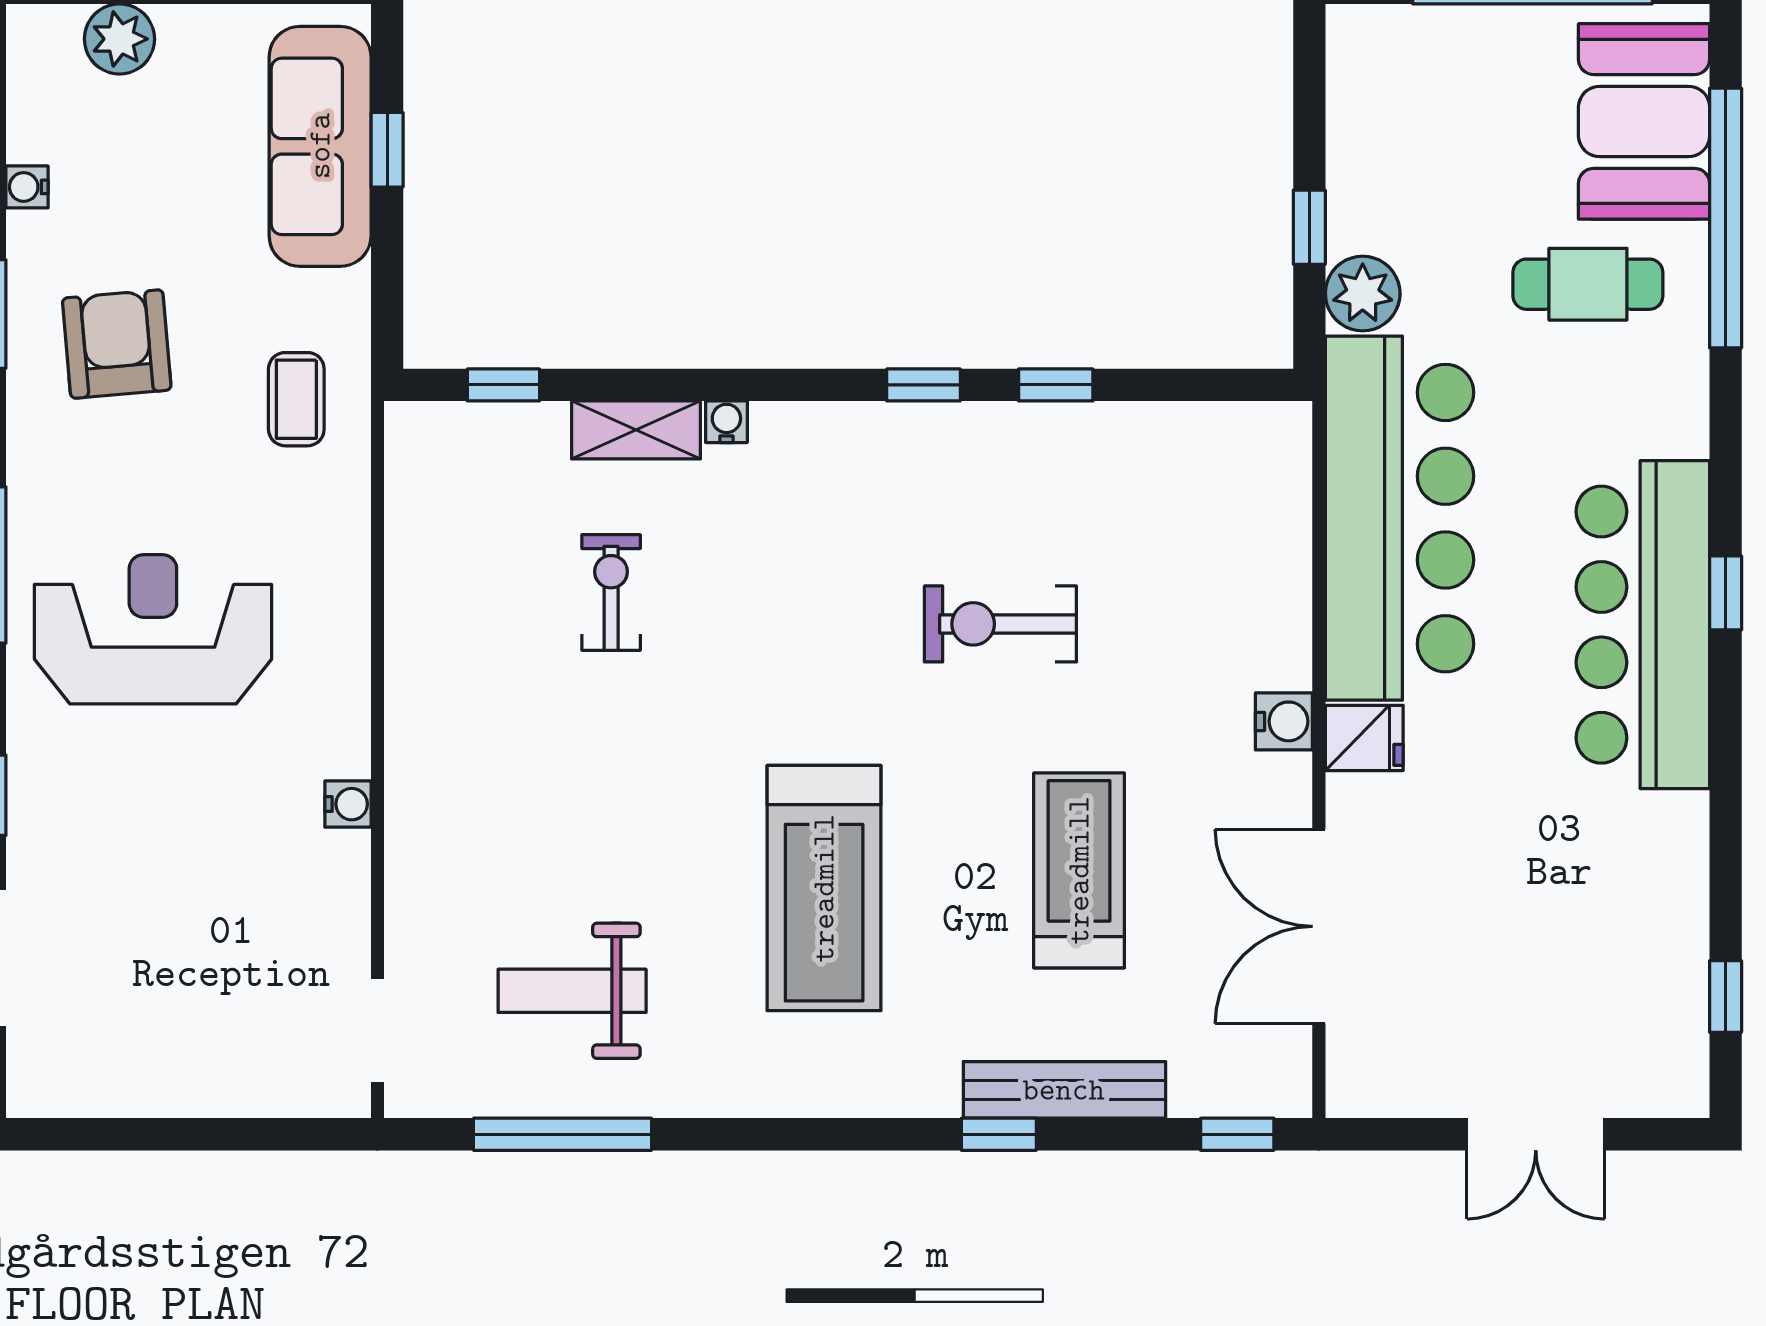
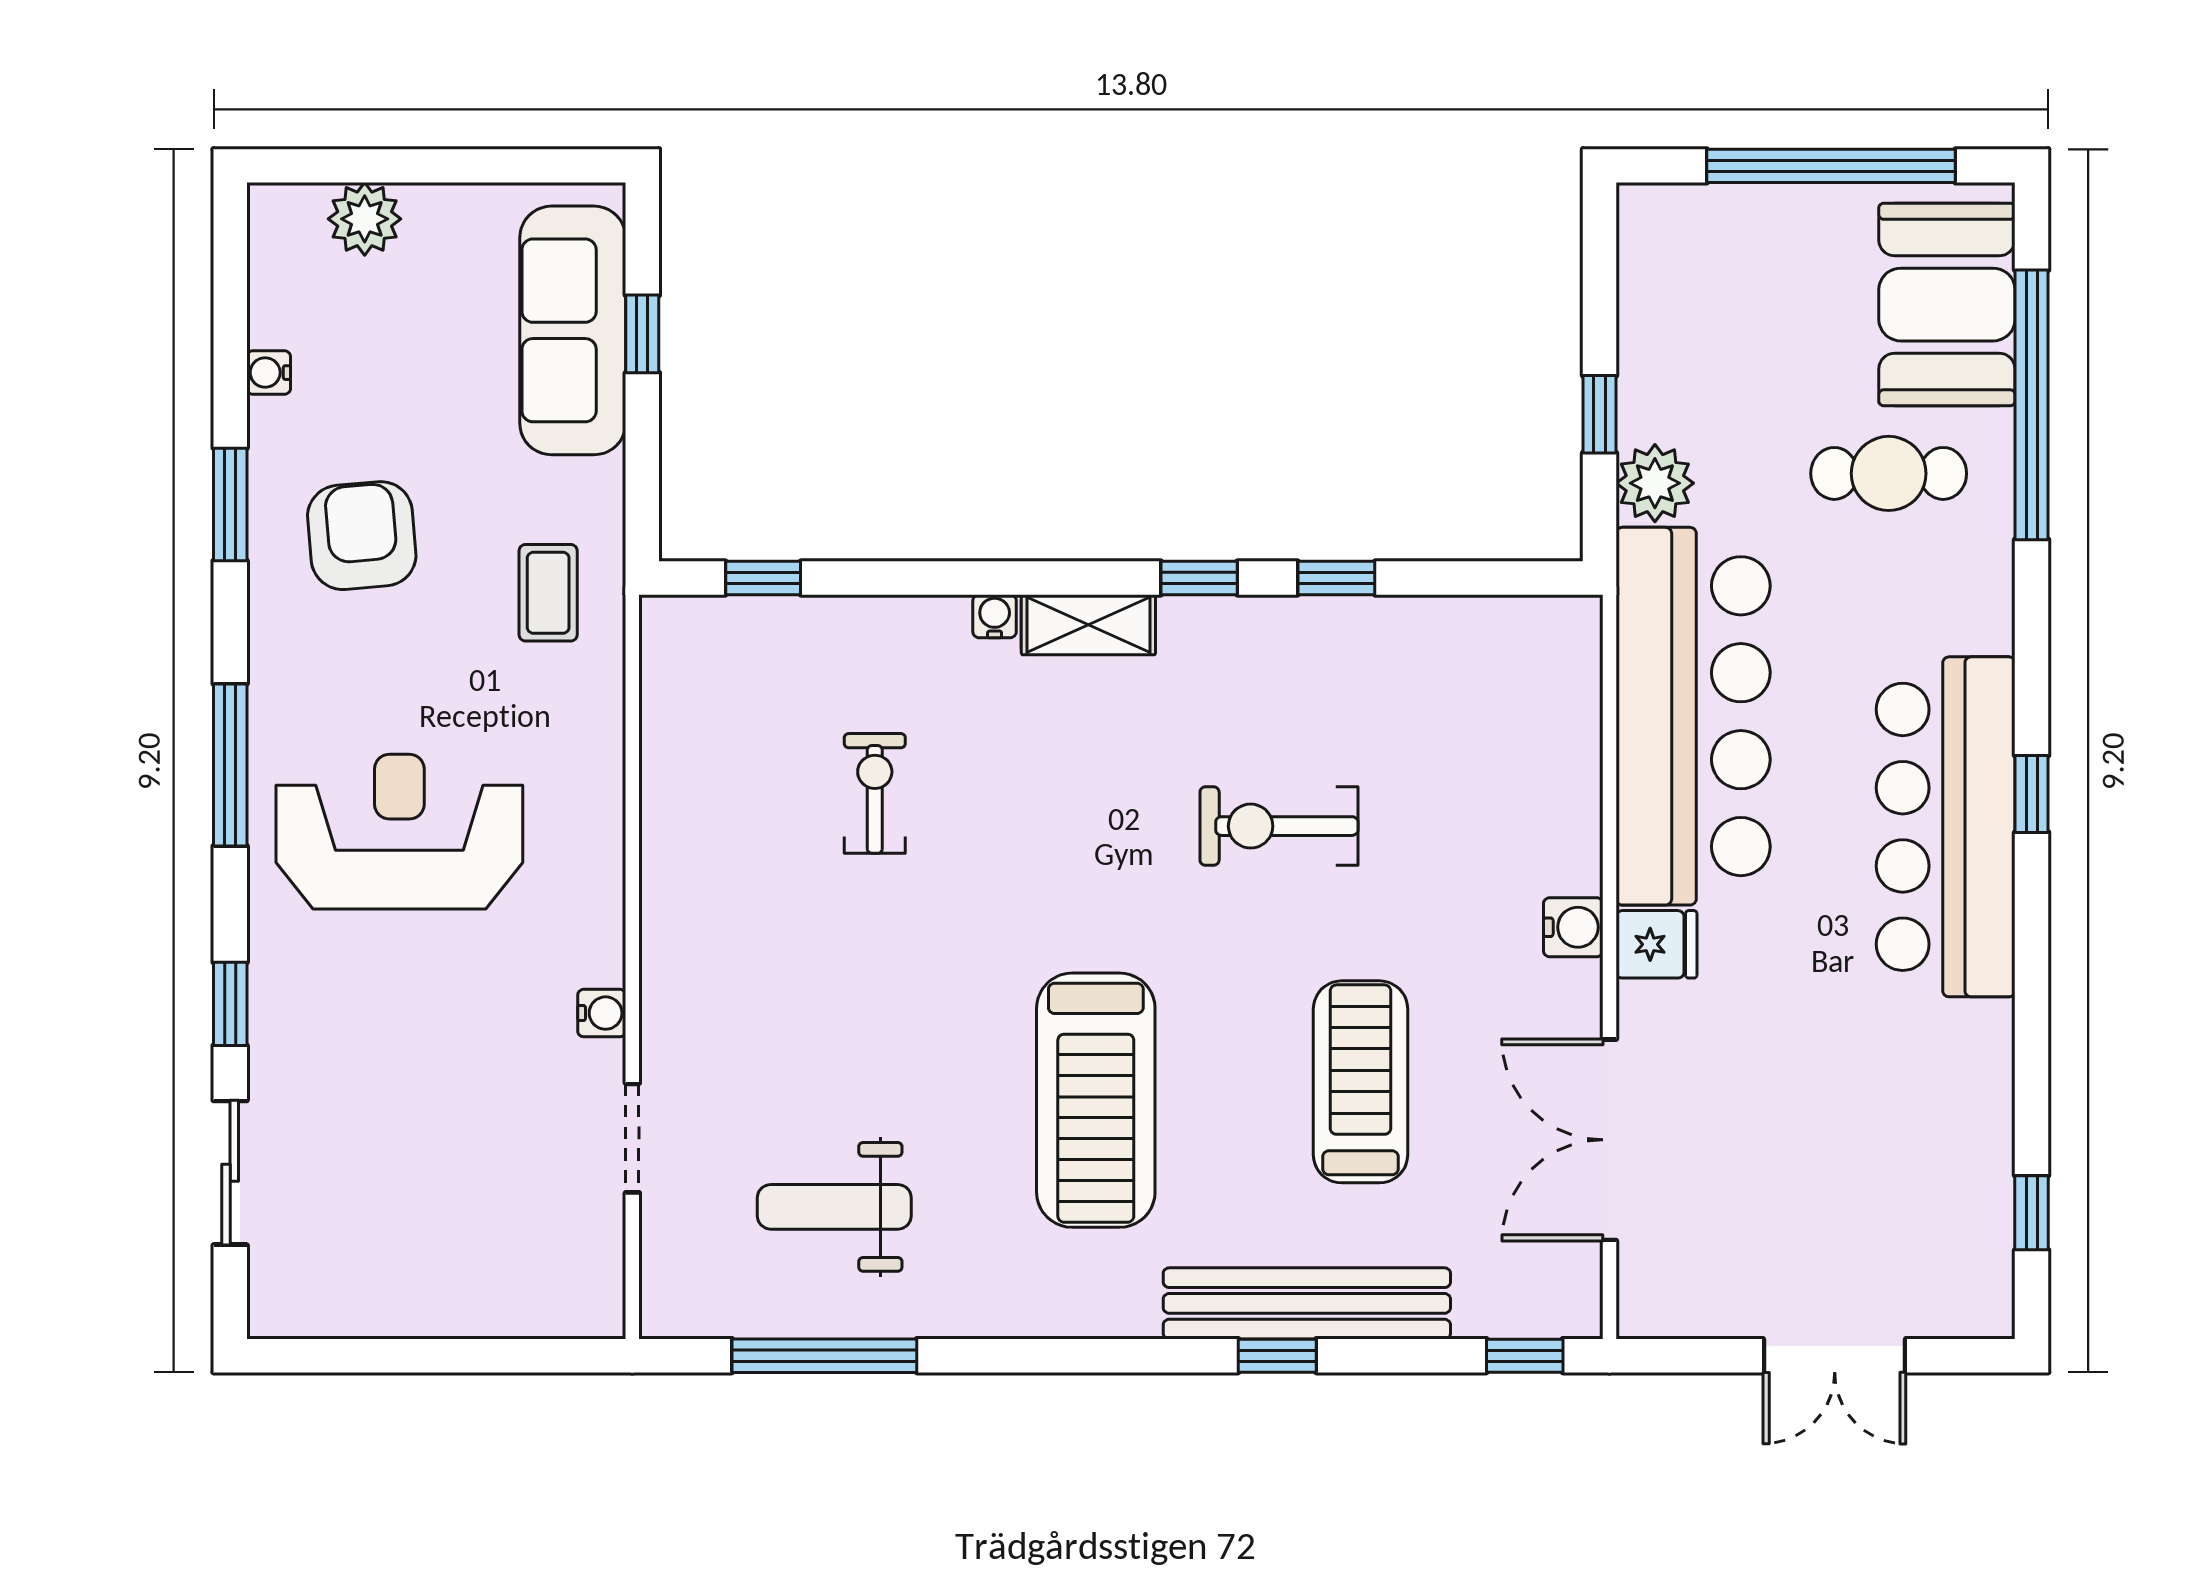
shelving: (636, 430) -> (1088, 625), moved
doorway: (377, 1030) -> (632, 1138), moved
bench: (1064, 1090) -> (1307, 1303), width x1.37, depth x1.21

